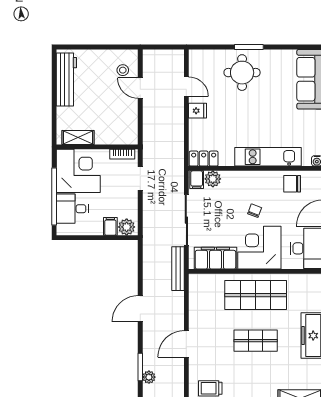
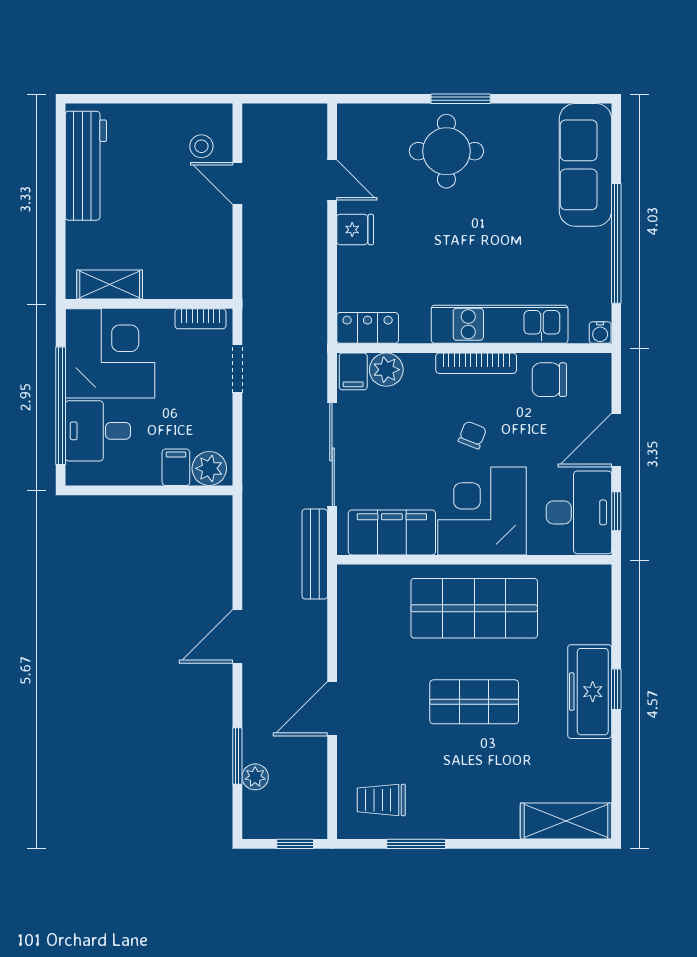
bookcase: (256, 176) -> (476, 363), added

